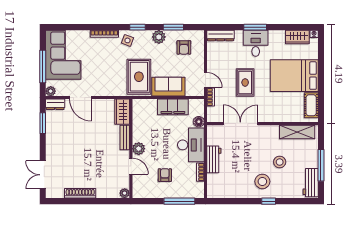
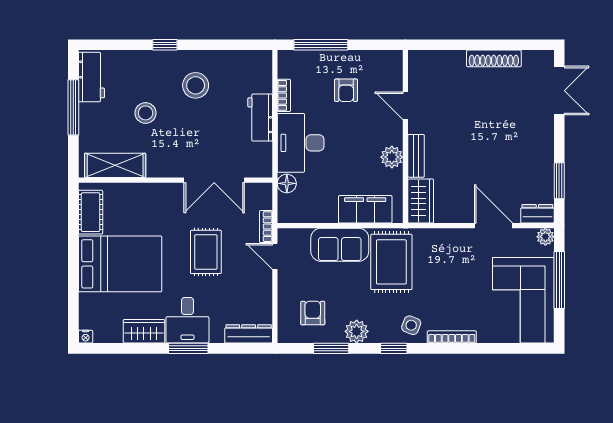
wardrobe: (297, 37) -> (144, 331), moved
filing cabinet: (173, 107) -> (365, 209), moved
plant: (139, 149) -> (392, 157), moved
stool: (262, 181) -> (196, 85), moved
plant: (125, 193) -> (416, 59), removed

